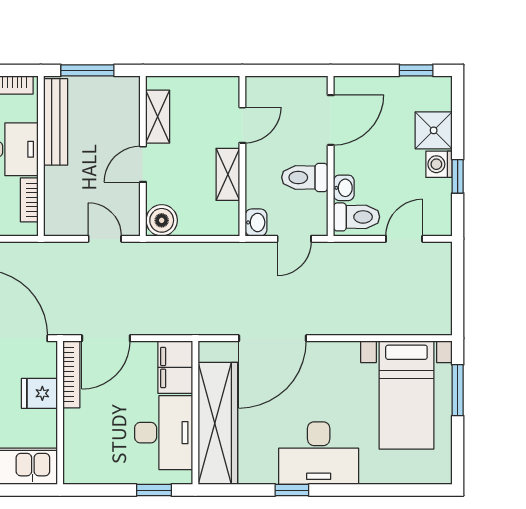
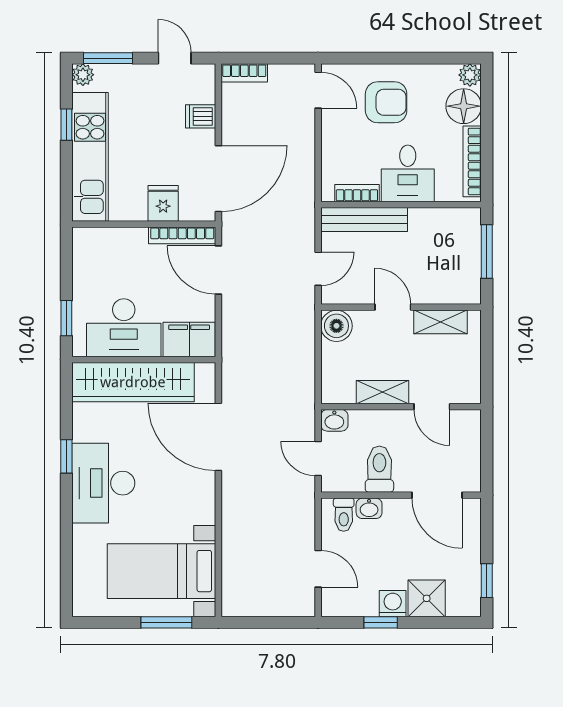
bench: (56, 122) -> (364, 220), moved
toilet: (357, 217) -> (344, 515), width x0.73, depth x0.72

